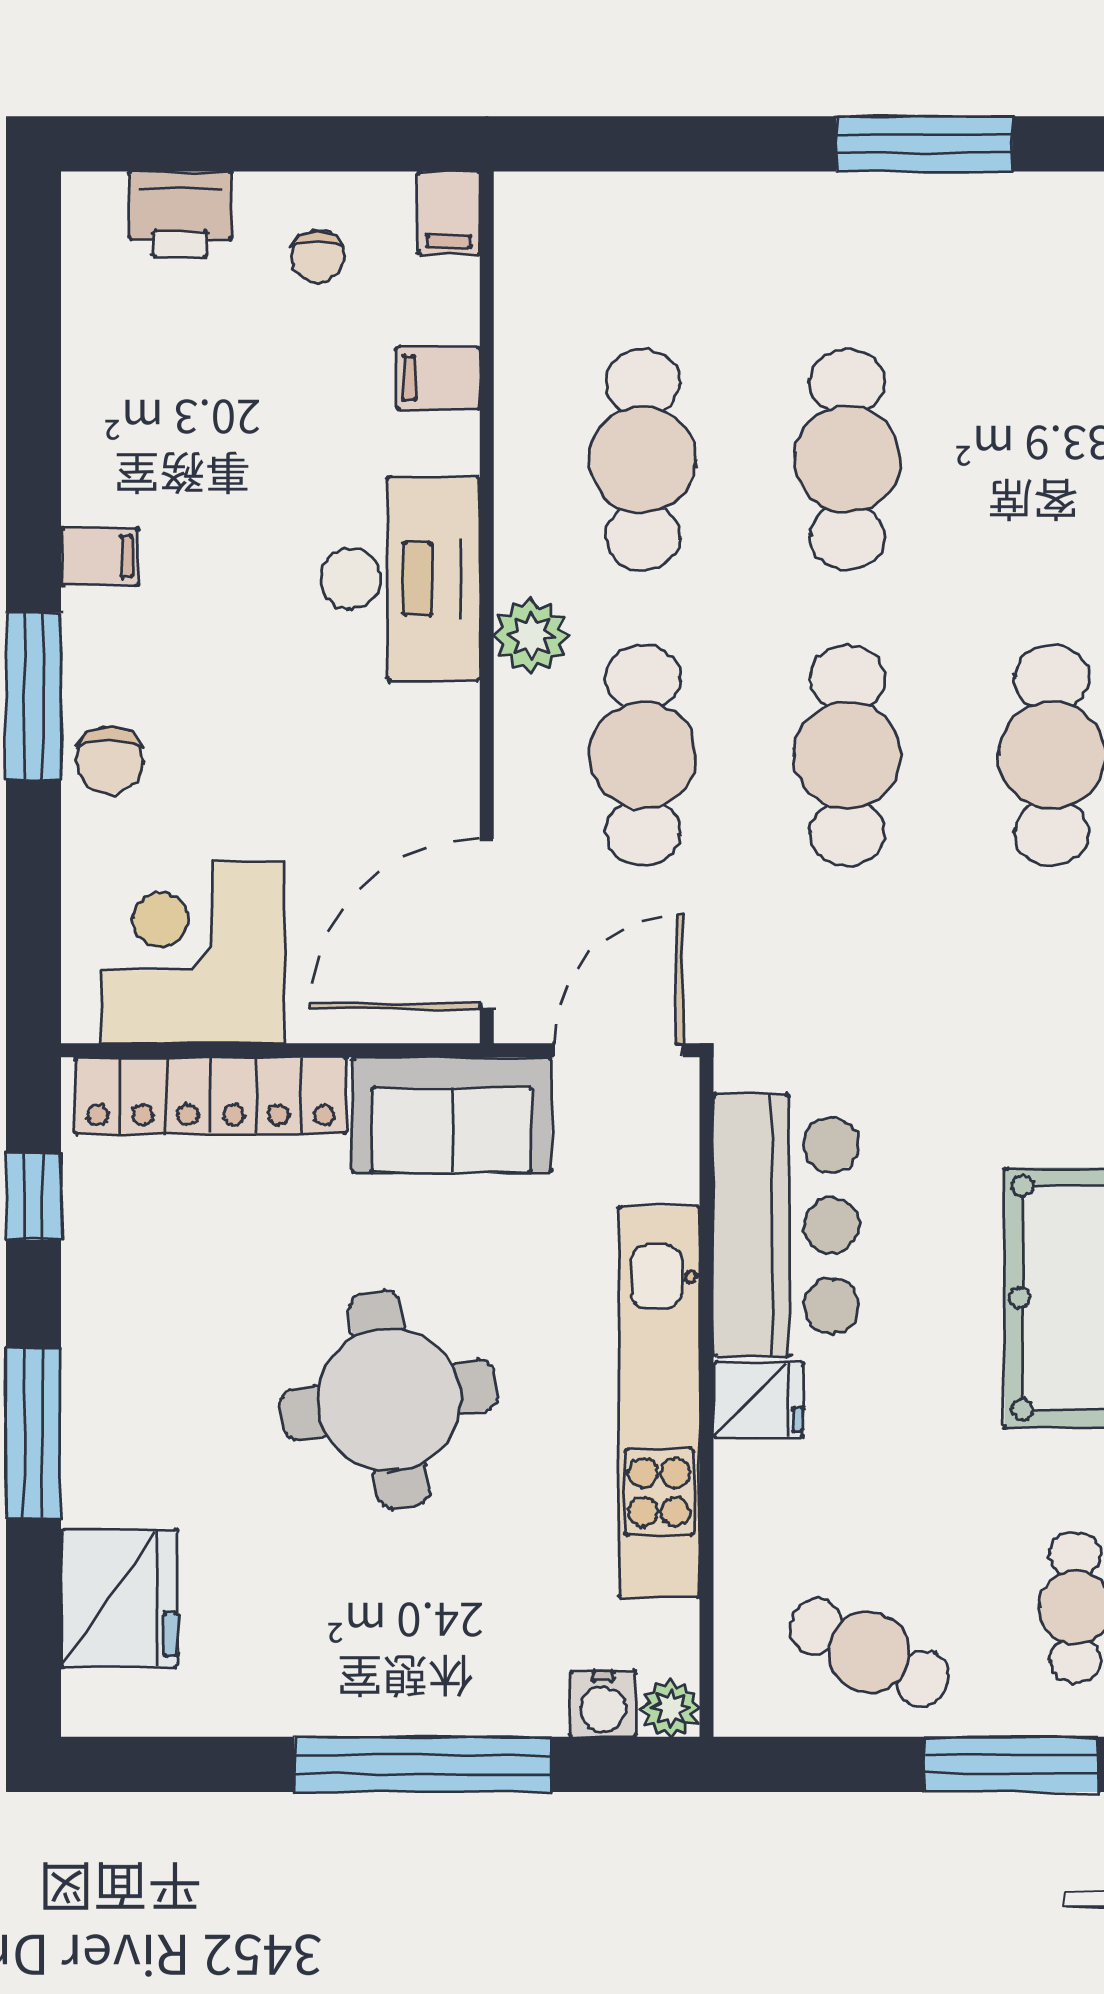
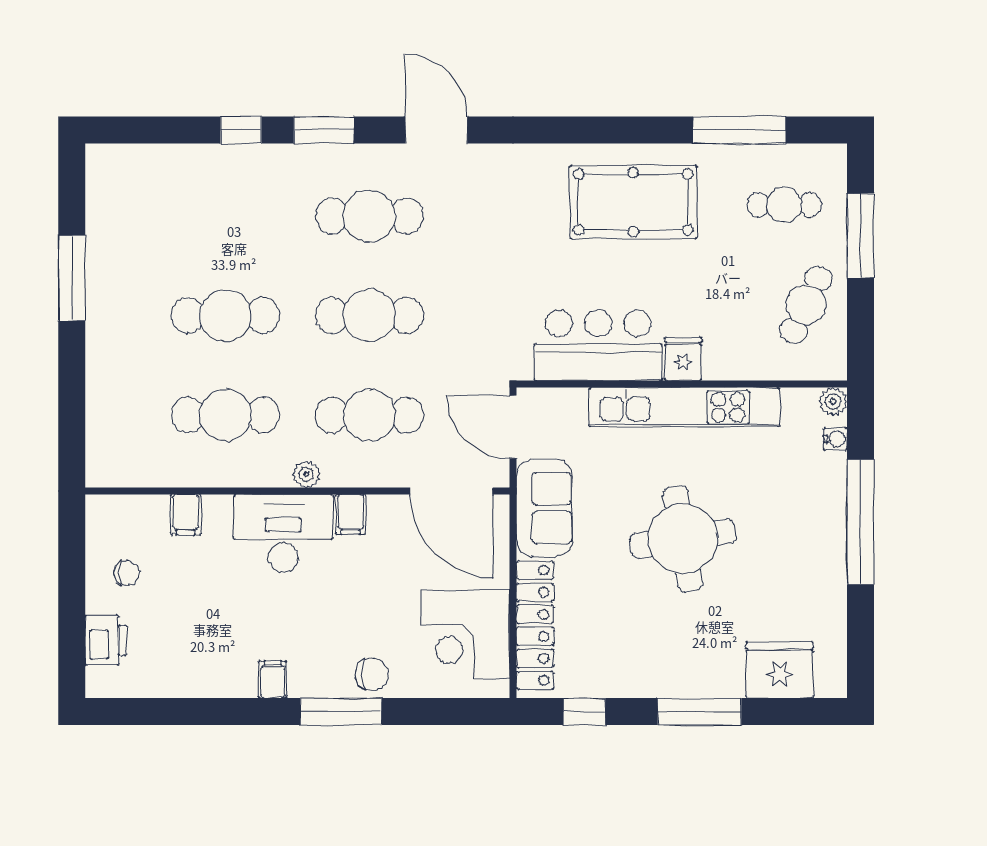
filing cabinet: (449, 213) -> (351, 514), moved, turned 90
plant: (531, 636) -> (306, 474), width x0.73, depth x0.73
water cooler: (603, 1704) -> (835, 439), width x0.72, depth x0.72

